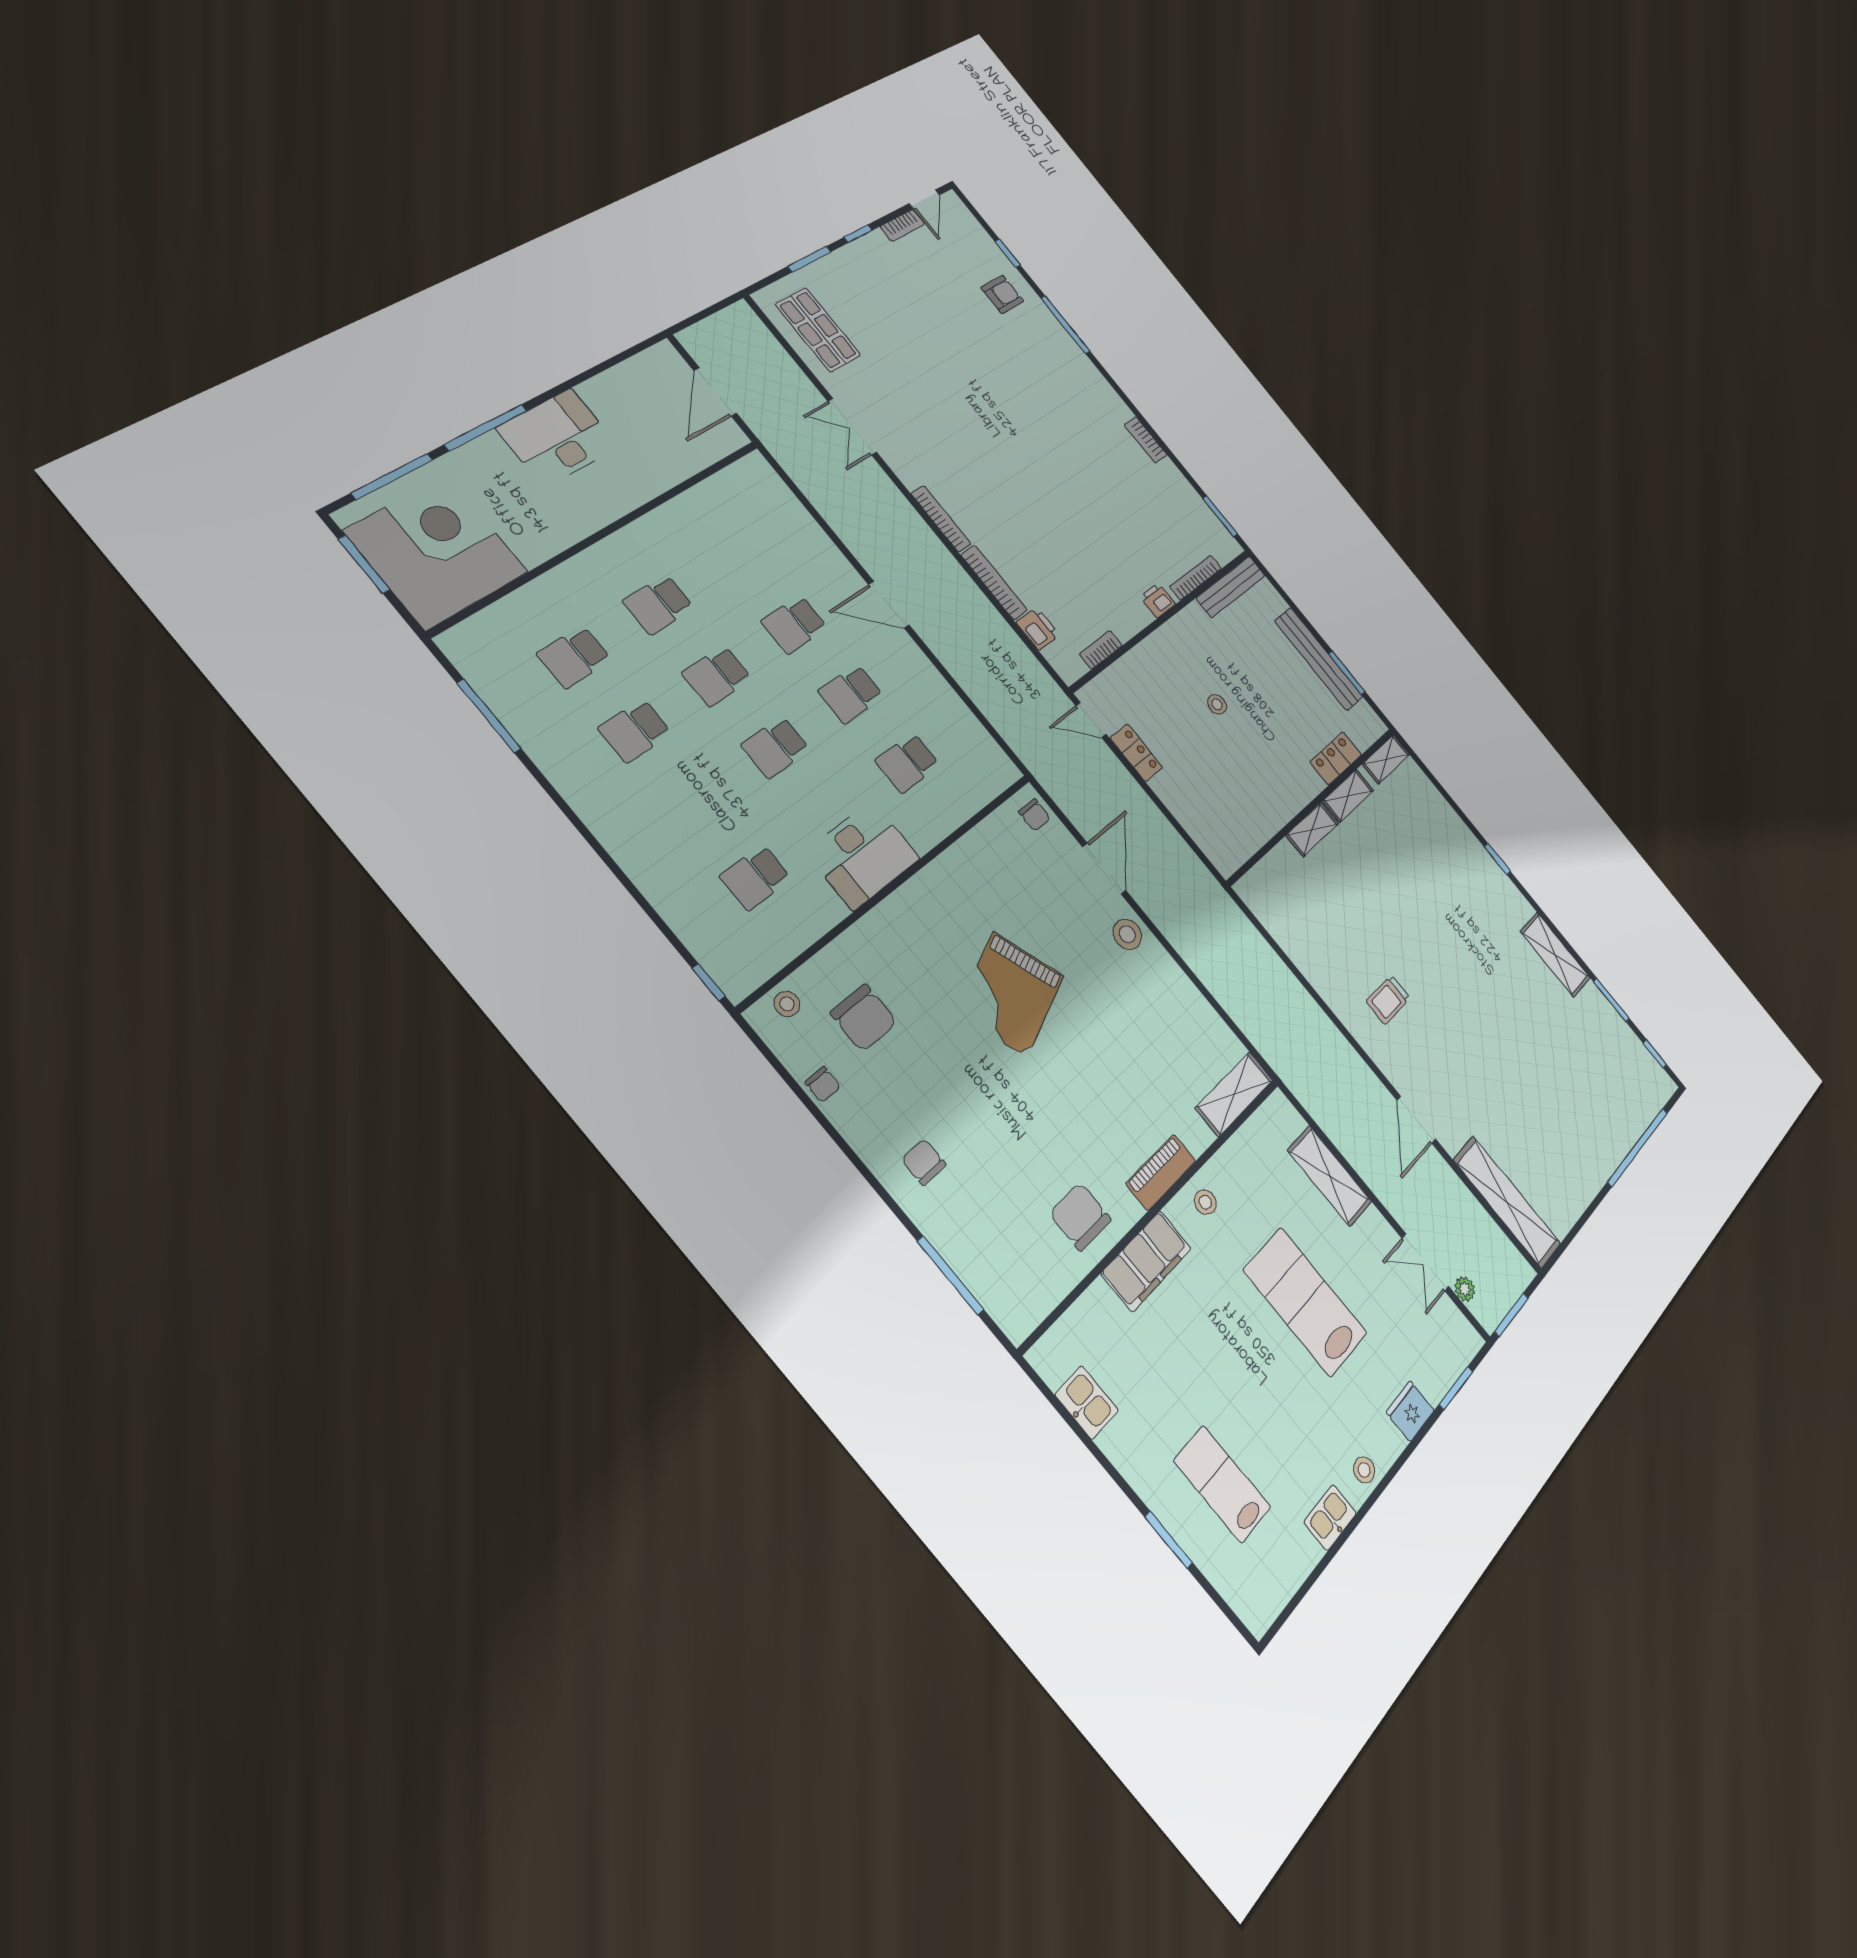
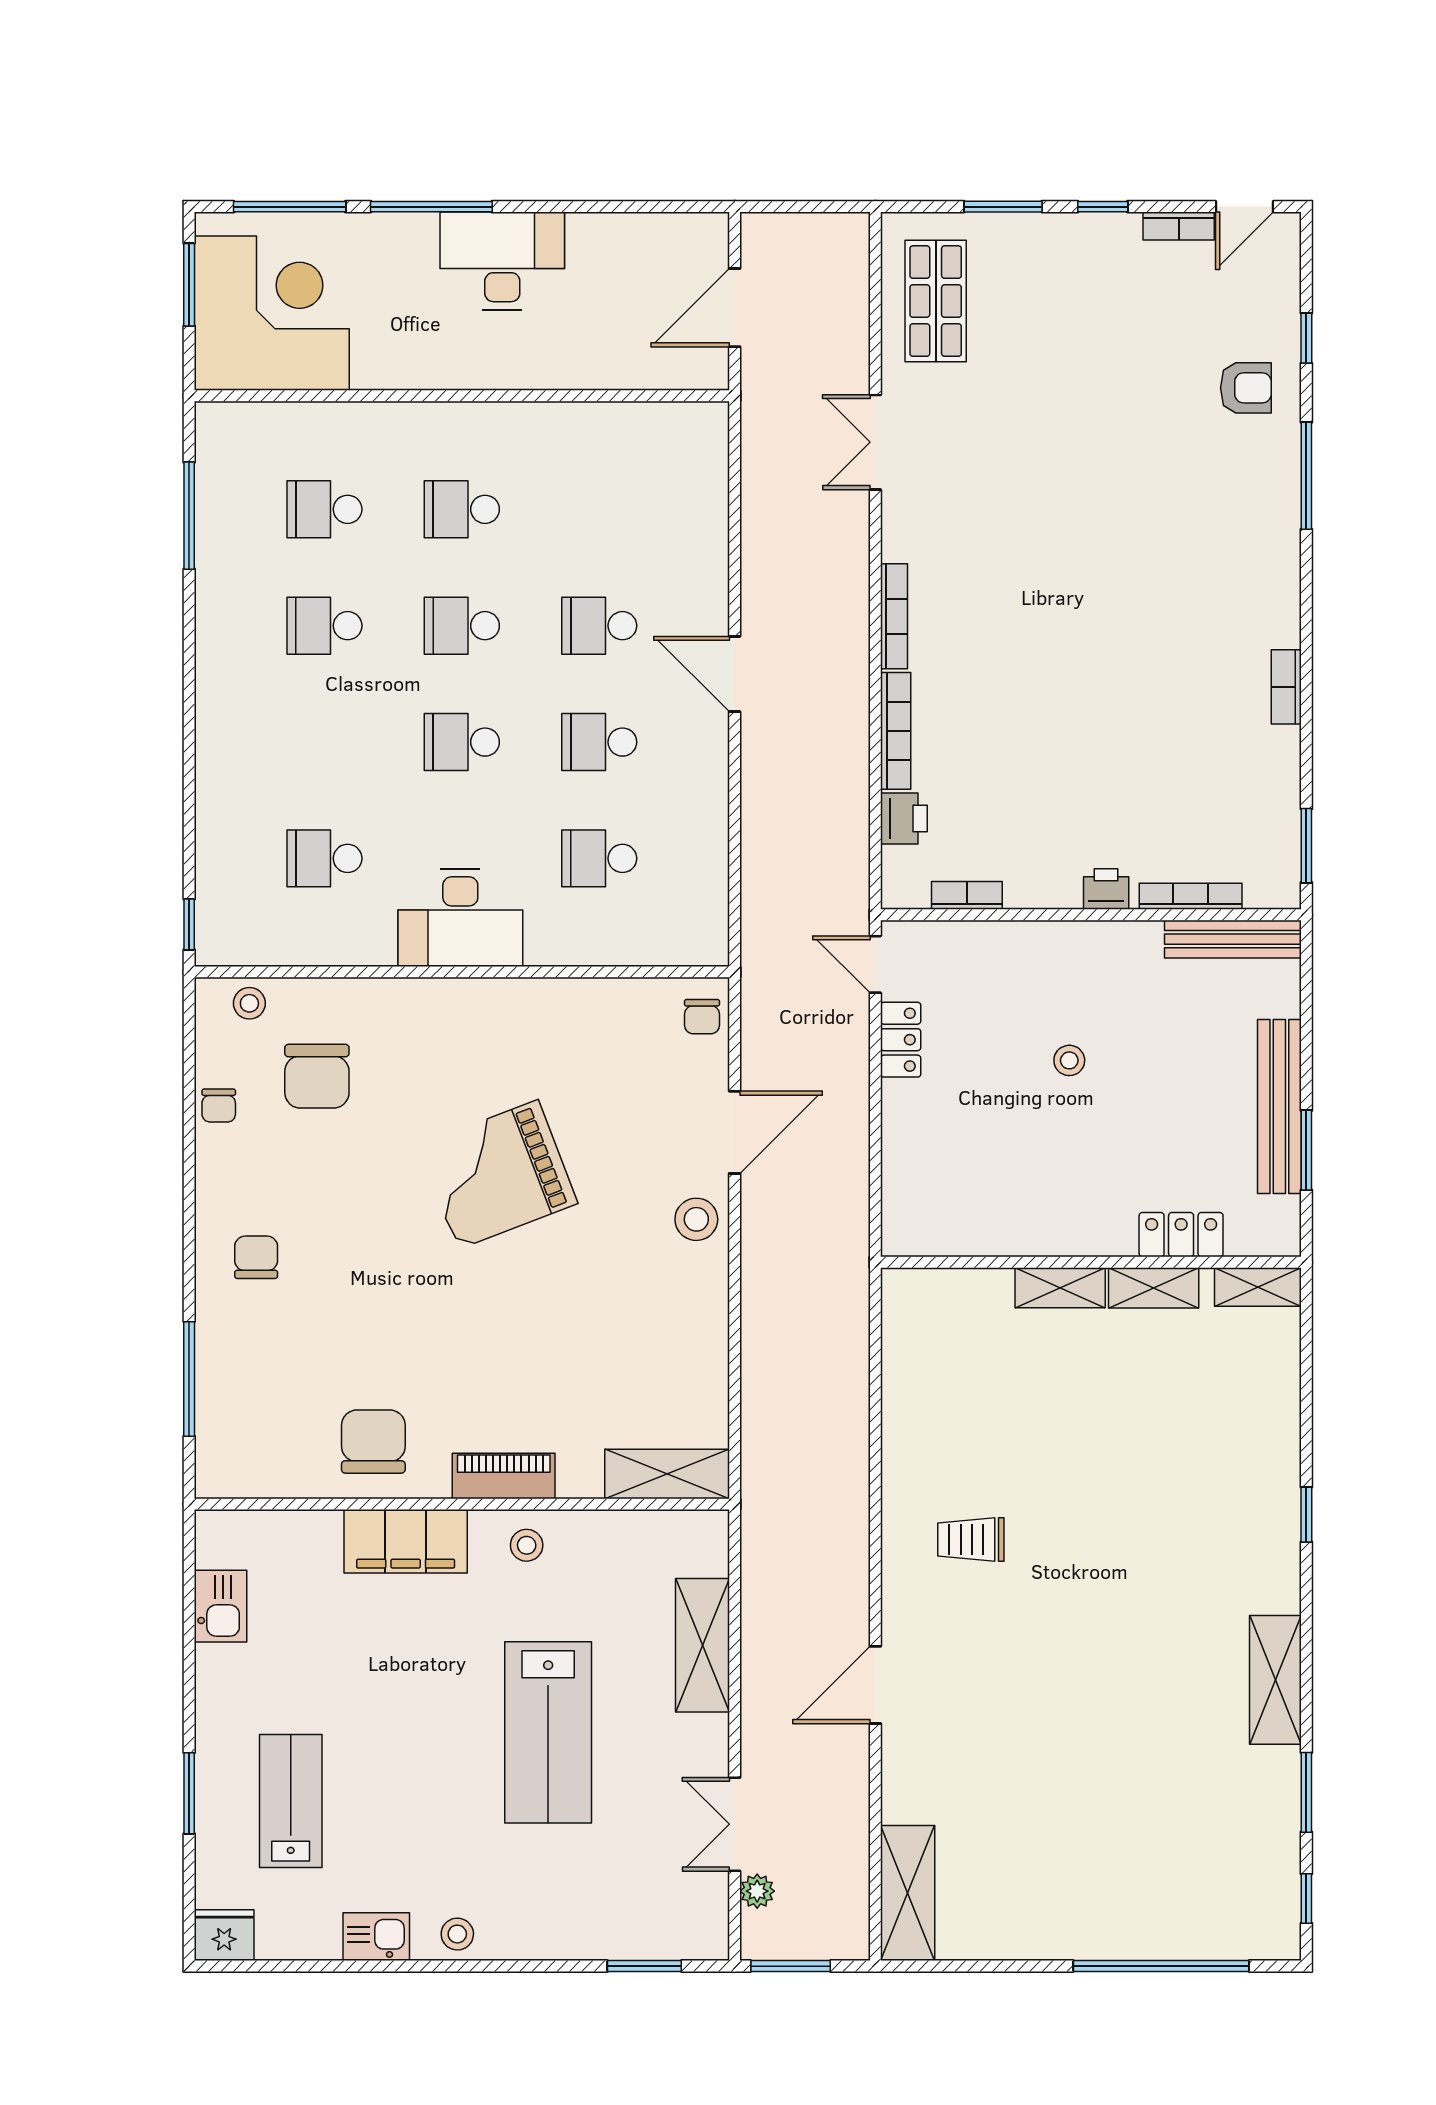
shelving: (1507, 1202) -> (908, 1893), width x0.68
lab bench: (1305, 1302) -> (548, 1732), turned 180
fridge: (1410, 1411) -> (224, 1935), moved

